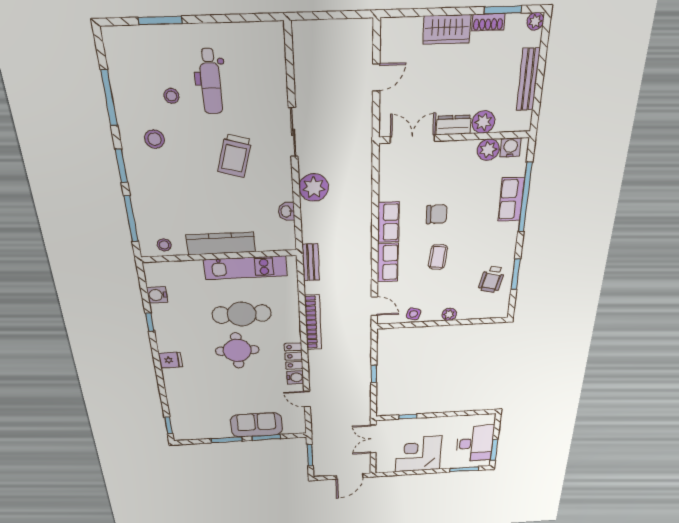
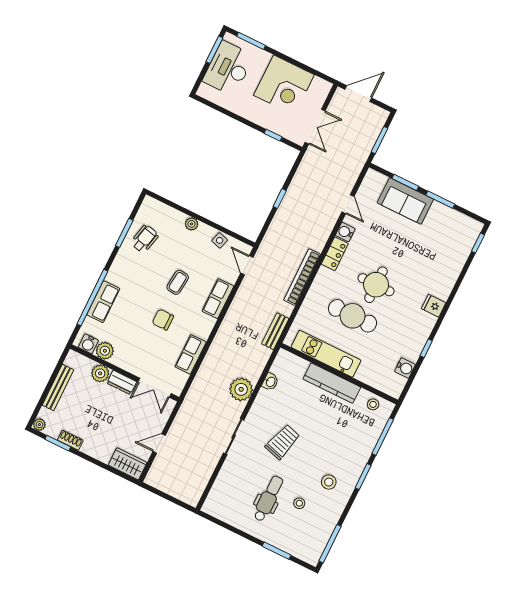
wardrobe: (447, 30) -> (128, 464), moved
window: (109, 98) -> (330, 544), moved
row of seats: (388, 222) -> (191, 354), moved

